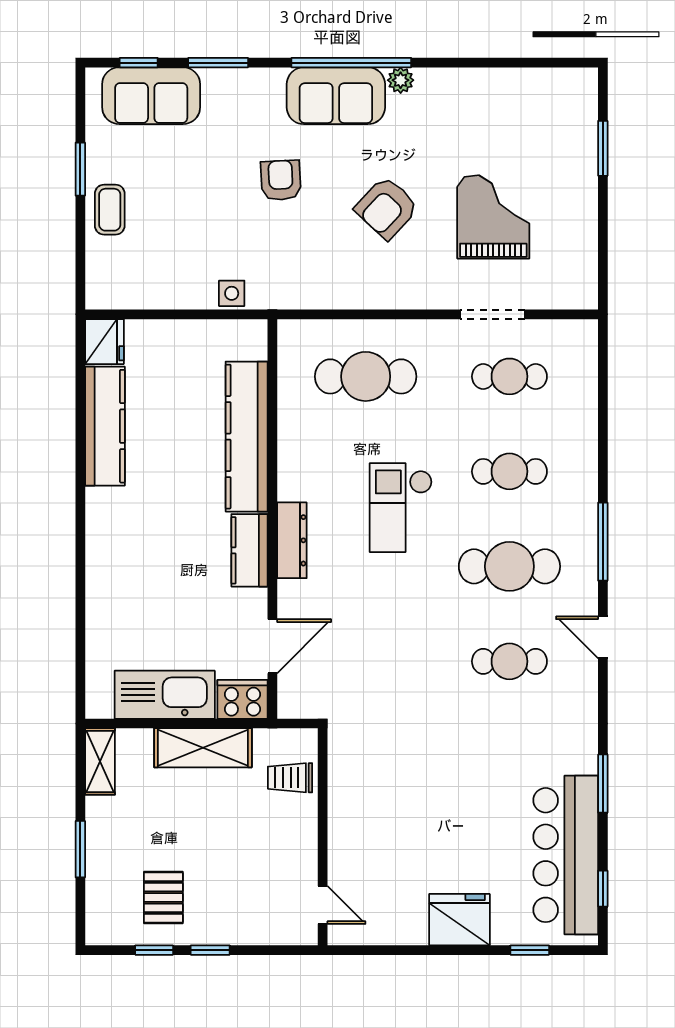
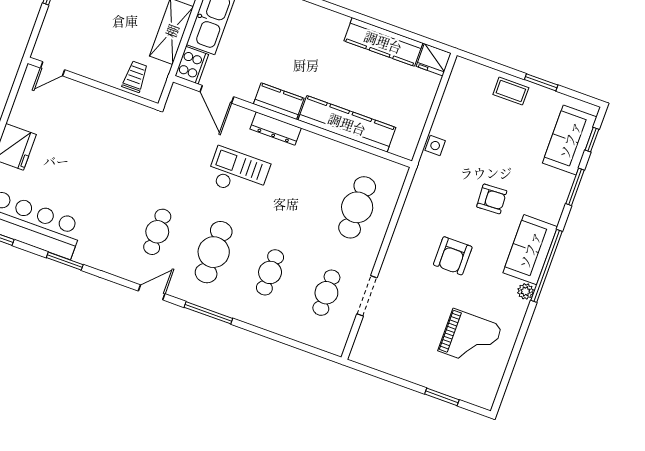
armchair: (387, 208) -> (453, 256), turned -133
grand piano: (493, 217) -> (470, 338), moved
checkout: (401, 508) -> (238, 173), moved

